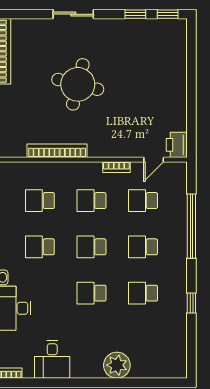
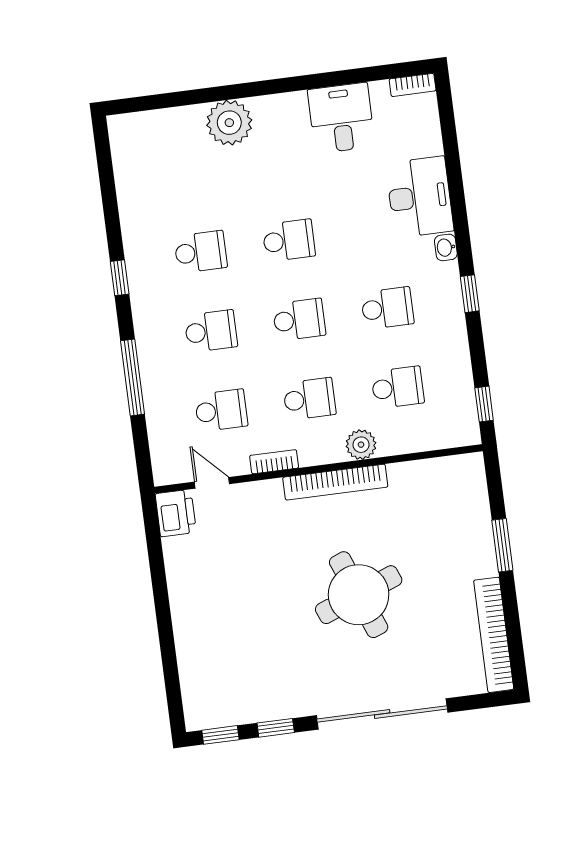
sliding door: (73, 14) -> (382, 714), width x1.86
round table: (78, 84) -> (359, 595), turned -35
bookcase: (57, 151) -> (335, 482), moved
door: (154, 160) -> (212, 483), hinge flipped
plant: (65, 170) -> (361, 445), added
window: (191, 226) -> (133, 377), width x0.68
window: (191, 303) -> (120, 278), moved

